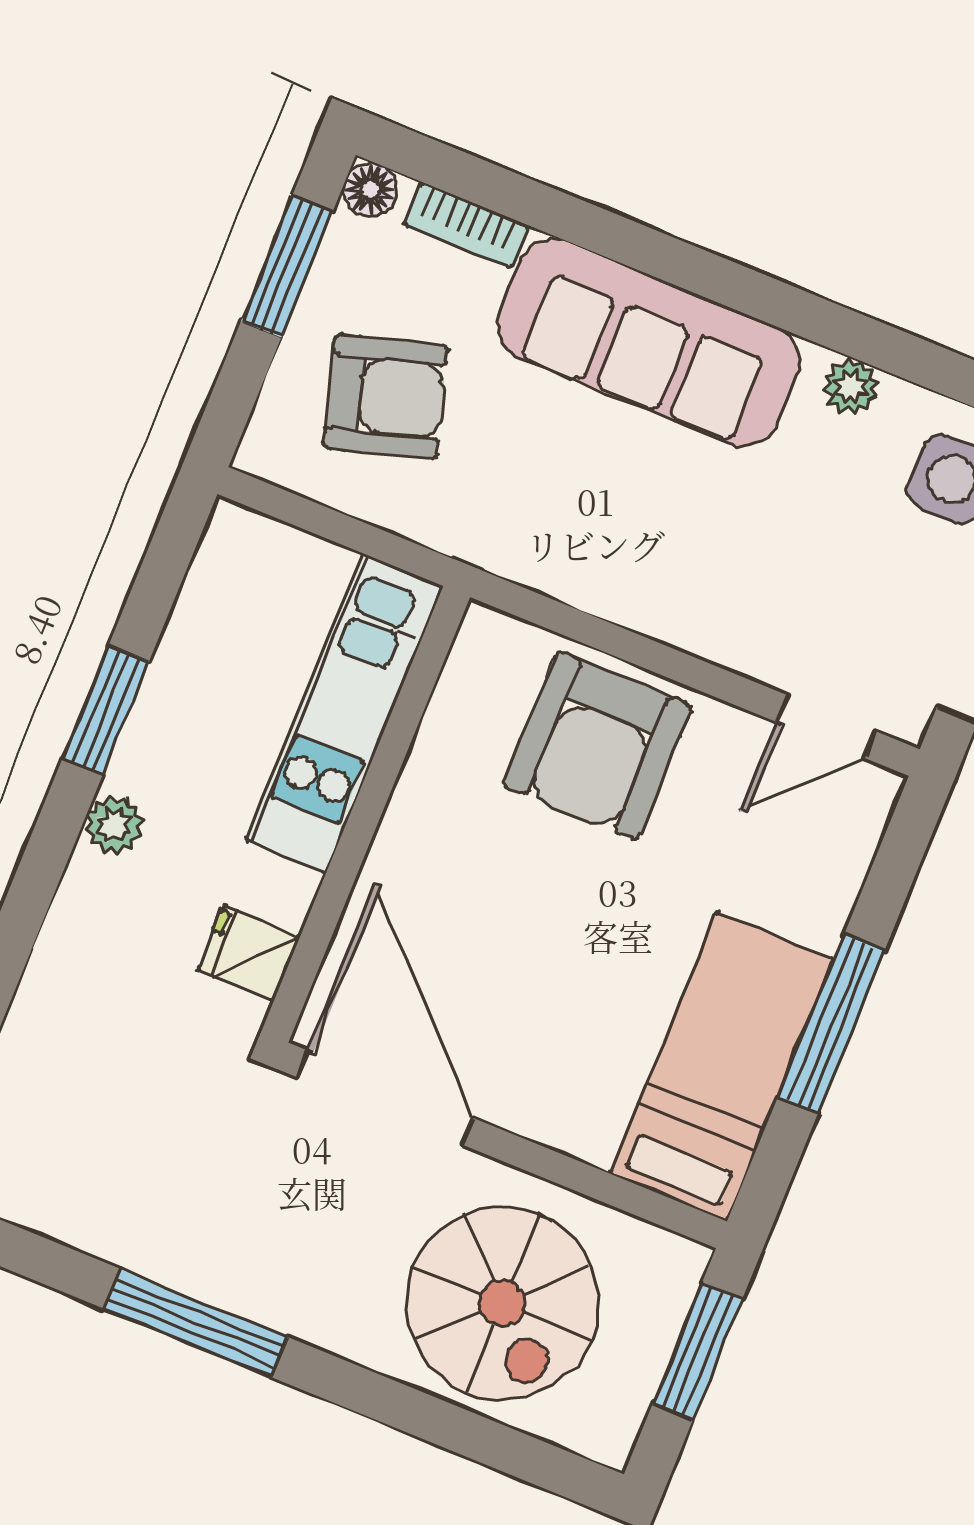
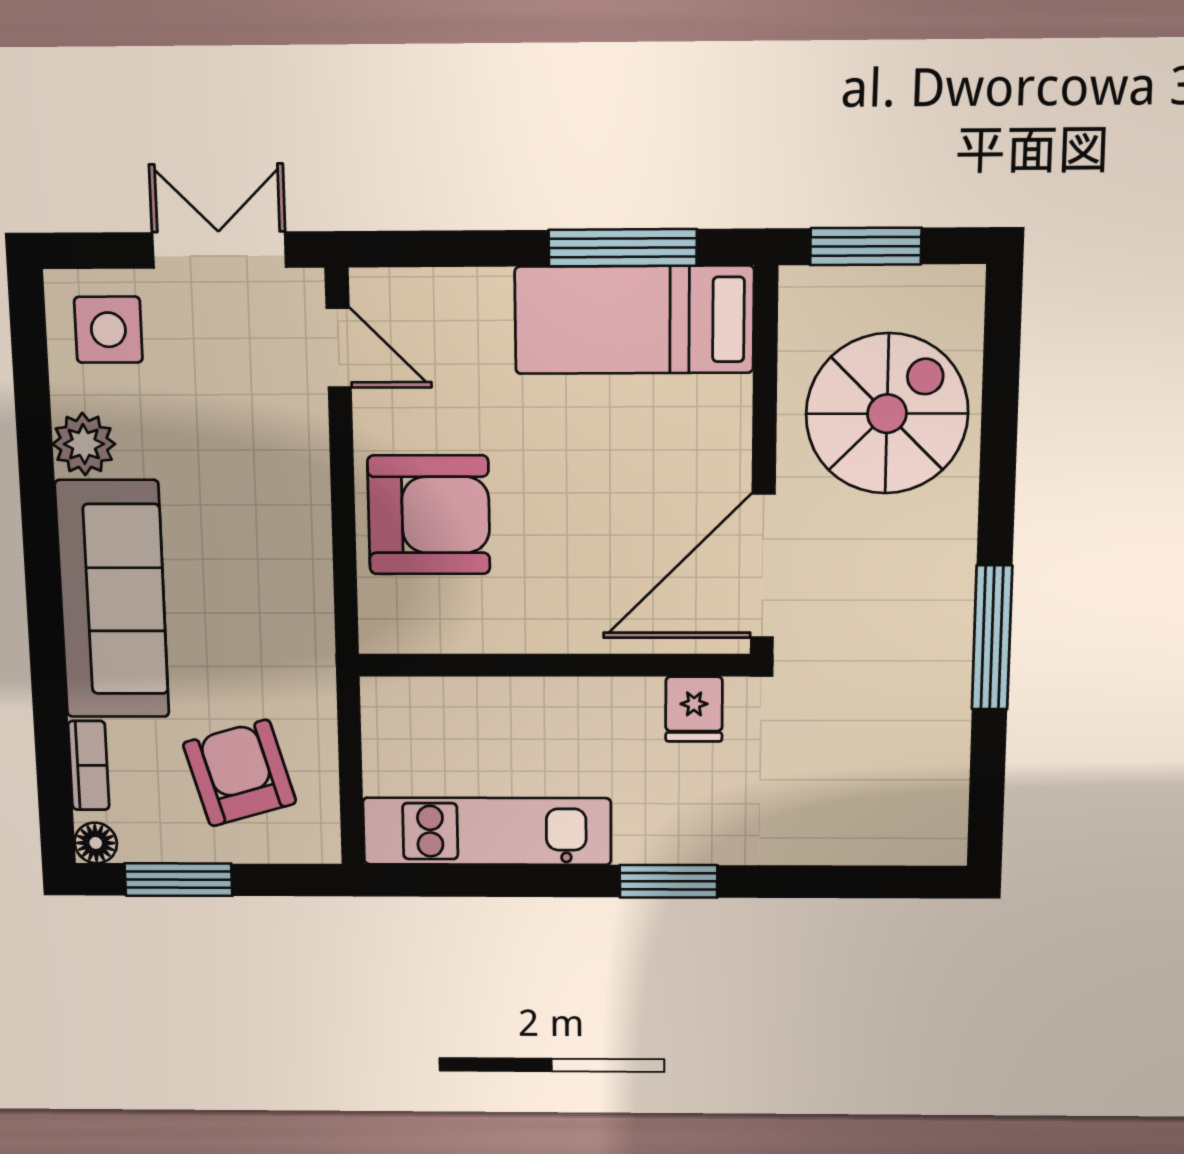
plant: (851, 387) -> (84, 444), width x1.38, depth x1.38
window: (106, 710) -> (668, 881), moved
kitchen unit: (344, 713) -> (487, 831), moved, turned 180
plant: (114, 825) -> (639, 842), removed
window: (831, 1024) -> (623, 248), moved

